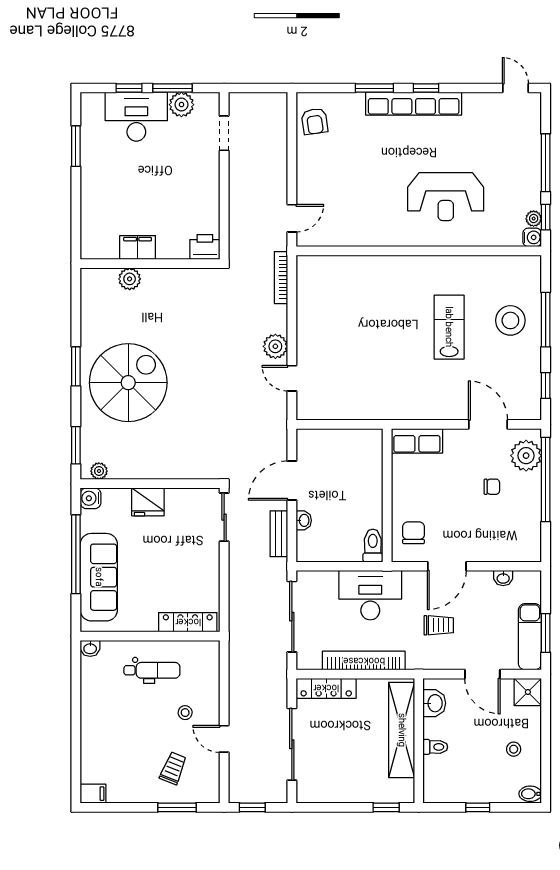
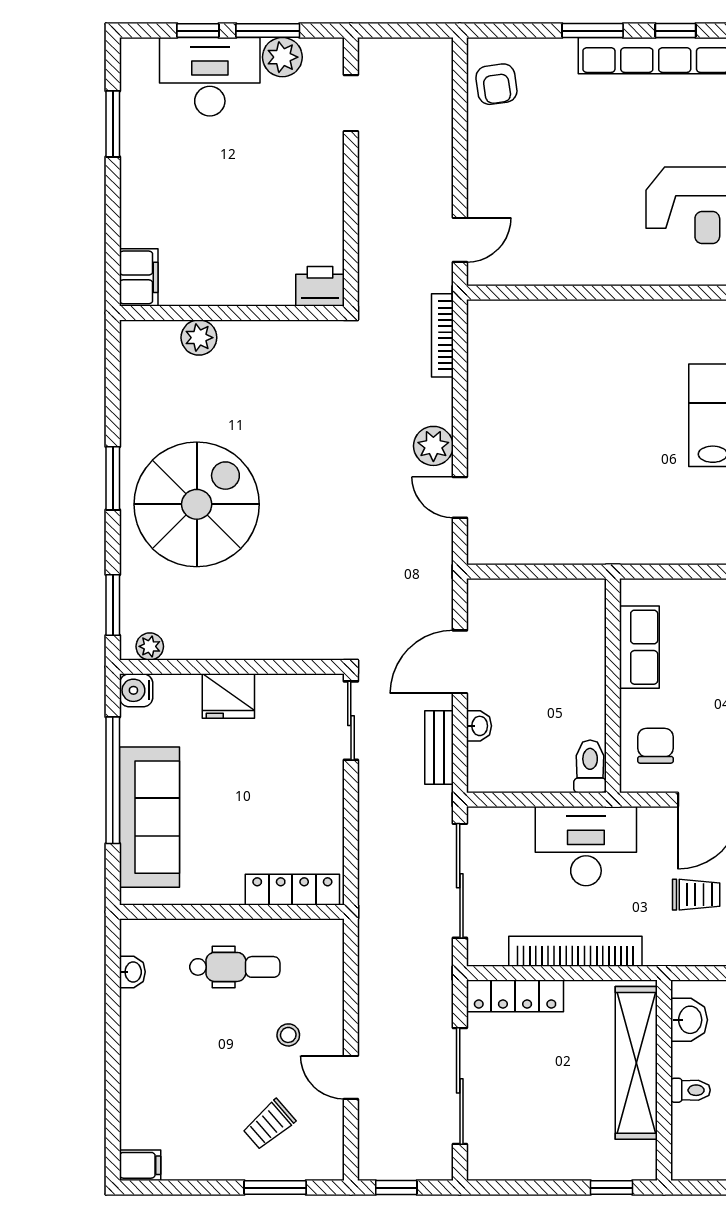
filing cabinet: (138, 247) -> (139, 277), moved, turned 90
row of seats: (417, 441) -> (639, 647), moved, turned -90
washbasin: (90, 648) -> (132, 972), moved, turned -90
trolley: (173, 768) -> (269, 1124), turned -153

